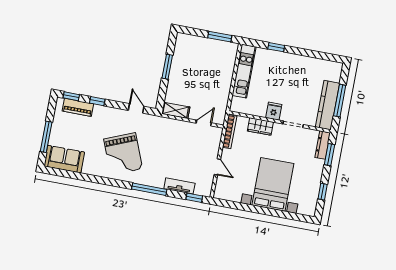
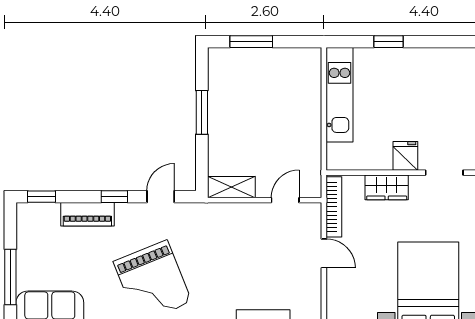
window: (220, 37) -> (251, 42), moved
window: (97, 101) -> (114, 197), moved
piano: (78, 107) -> (87, 214), moved
door: (136, 108) -> (161, 197), hinge flipped
door: (217, 167) -> (324, 253), moved

